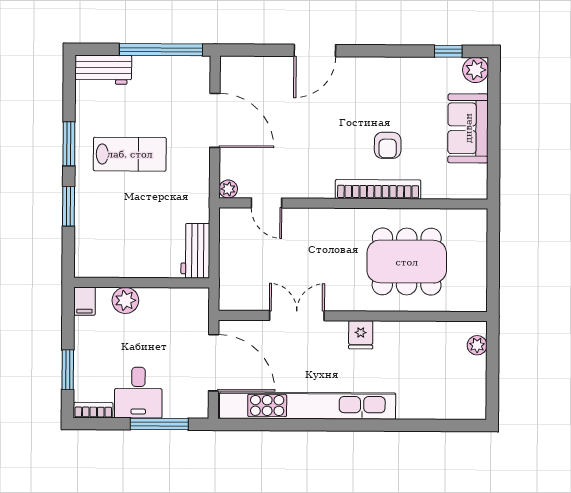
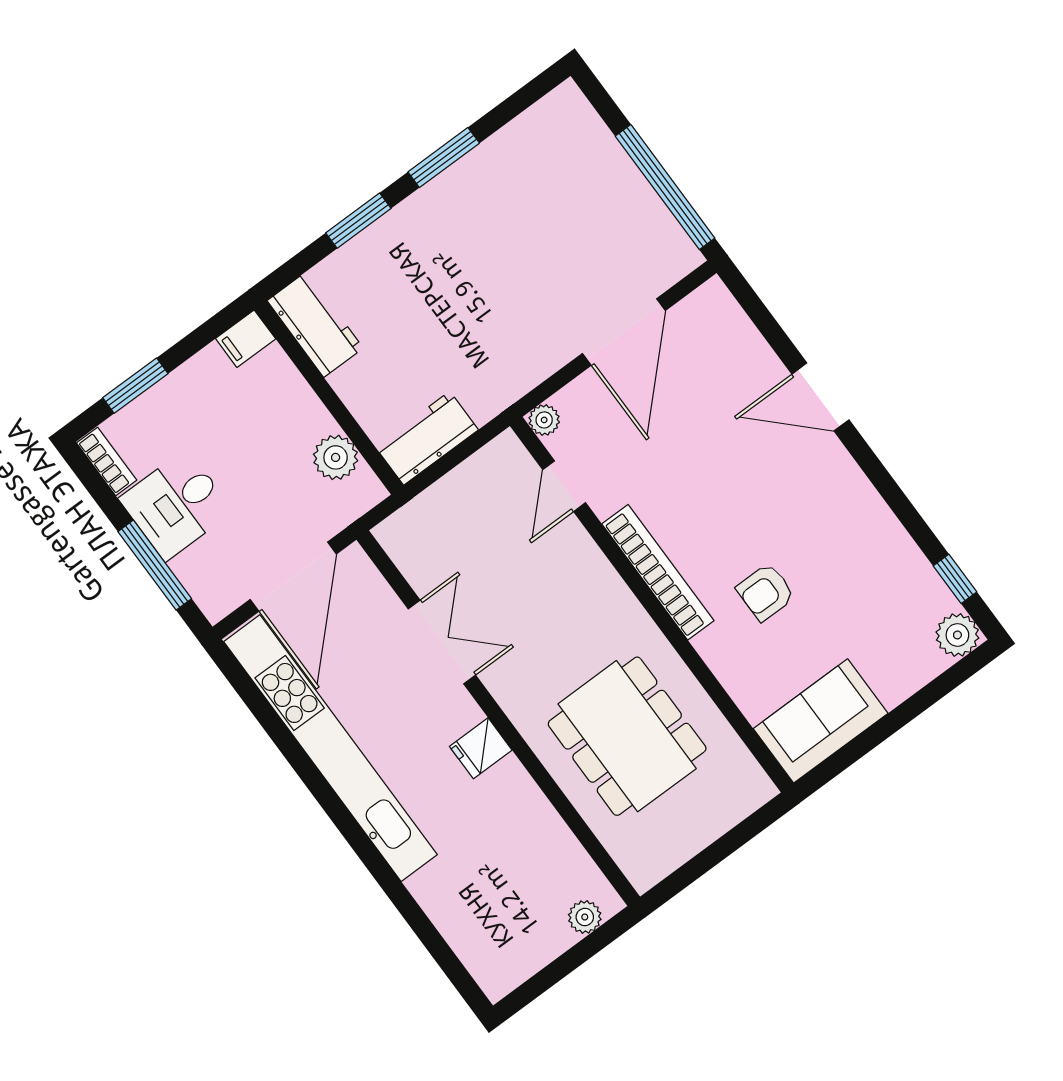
workbench: (103, 70) -> (315, 324), moved, turned 180
sofa: (468, 128) -> (821, 721), moved
lab bench: (130, 154) -> (491, 251), removed
bookcase: (378, 189) -> (658, 572), moved
plant: (125, 300) -> (336, 457), moved

